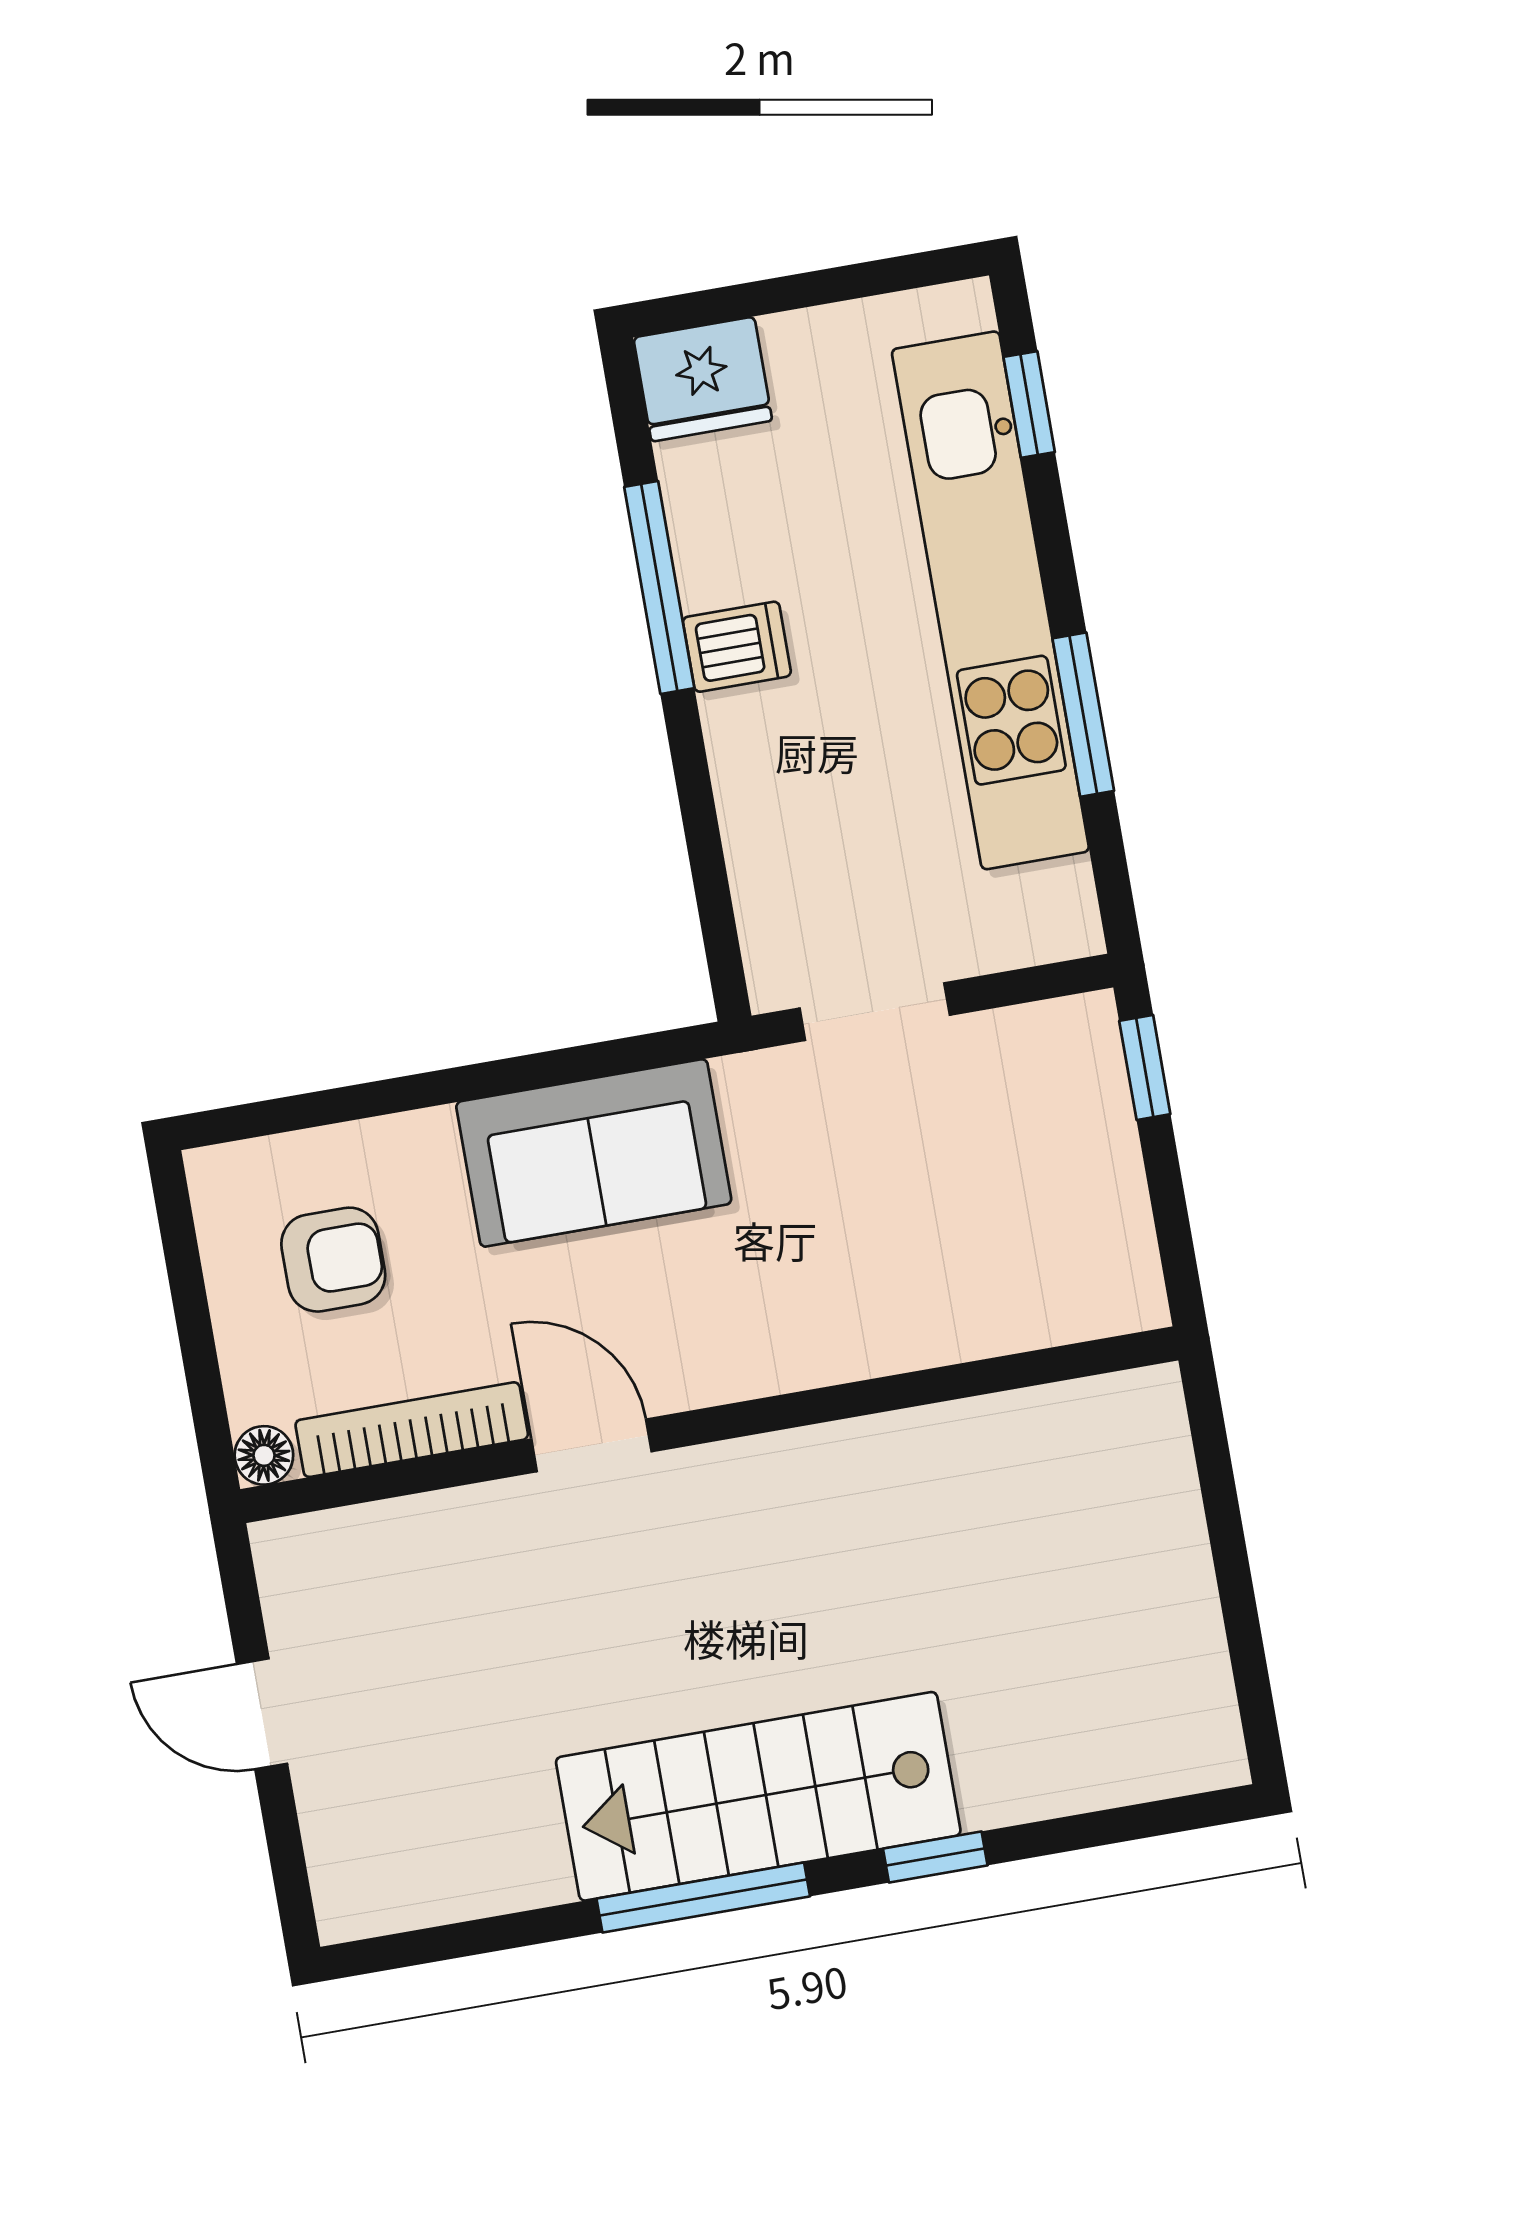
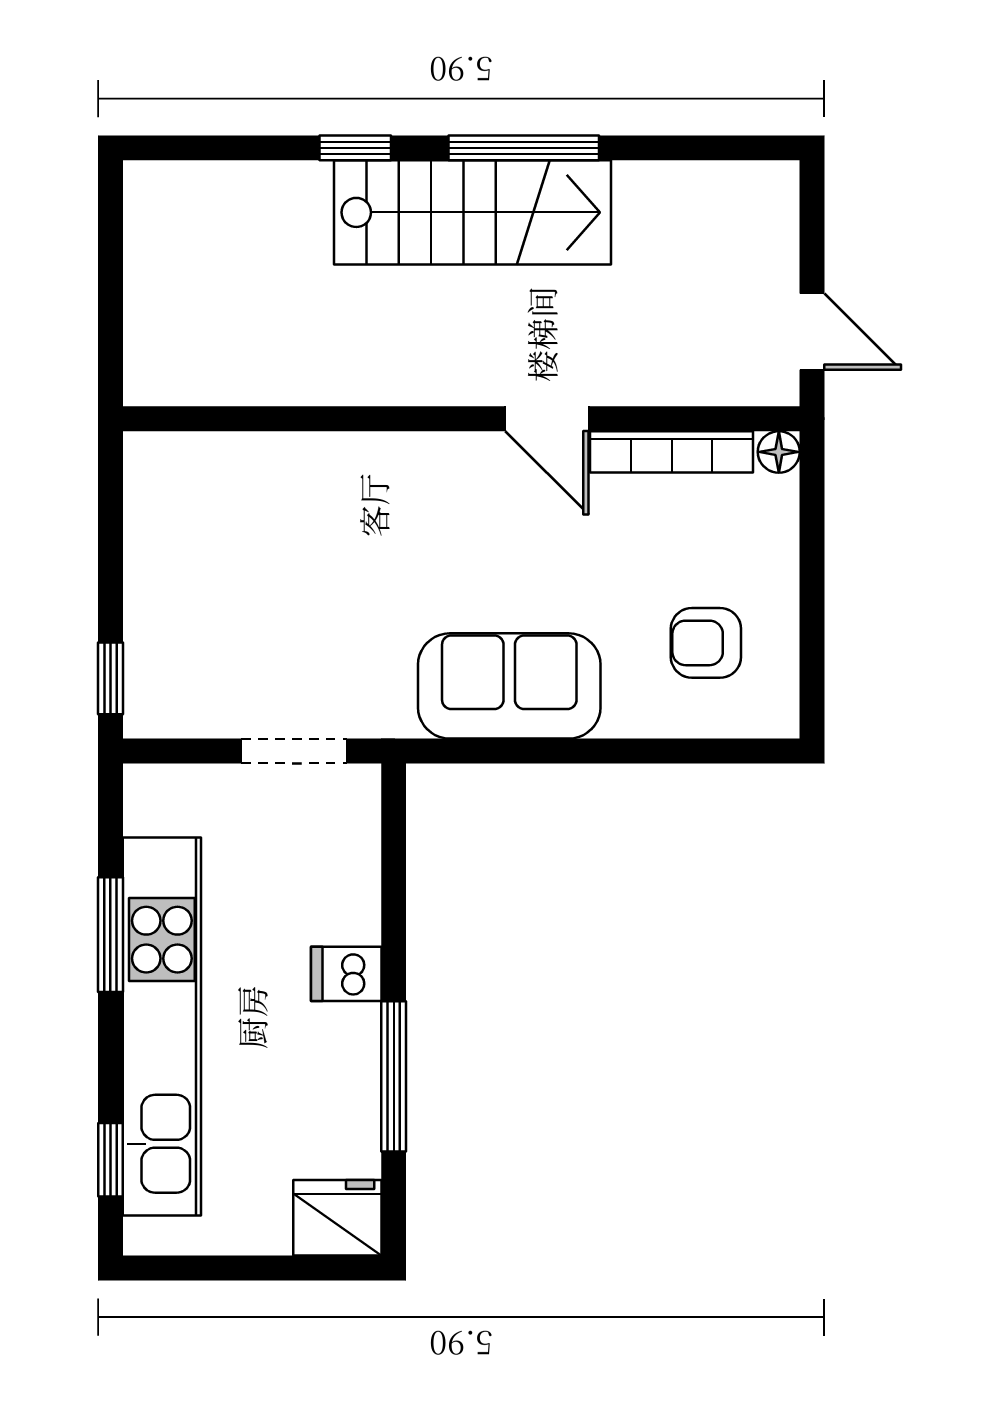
dishwasher: (737, 647) -> (346, 974), moved
wall: (709, 1425) -> (461, 419), moved
bookcase: (412, 1430) -> (672, 452), moved
door: (591, 1445) -> (547, 419), moved
floor lamp: (264, 1455) -> (779, 452), moved

